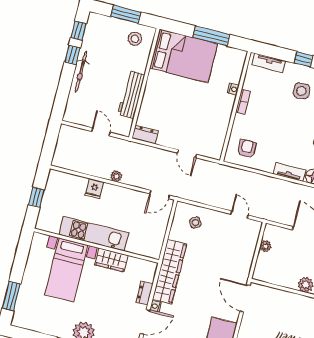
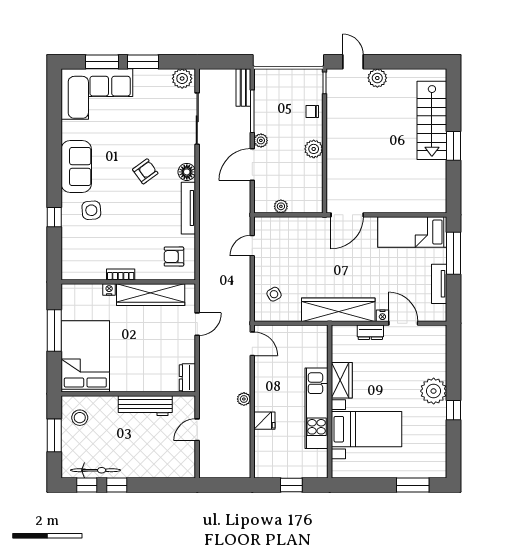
tv unit: (269, 63) -> (68, 256), removed
bicycle: (81, 72) -> (96, 470), moved
wardrobe: (220, 122) -> (151, 295), added
tv unit: (289, 172) -> (188, 208), width x1.41

